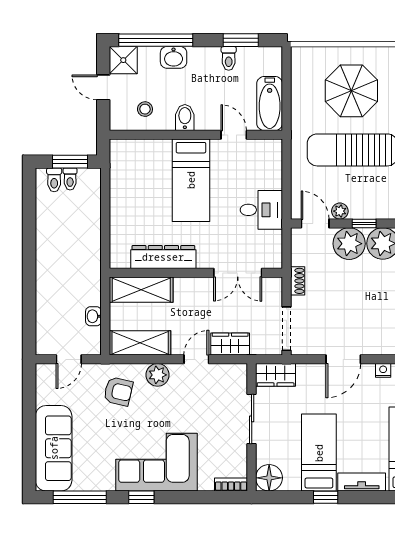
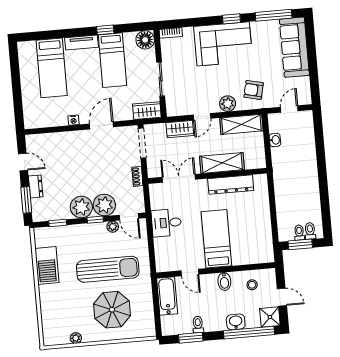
shelving: (141, 290) -> (222, 163), moved

